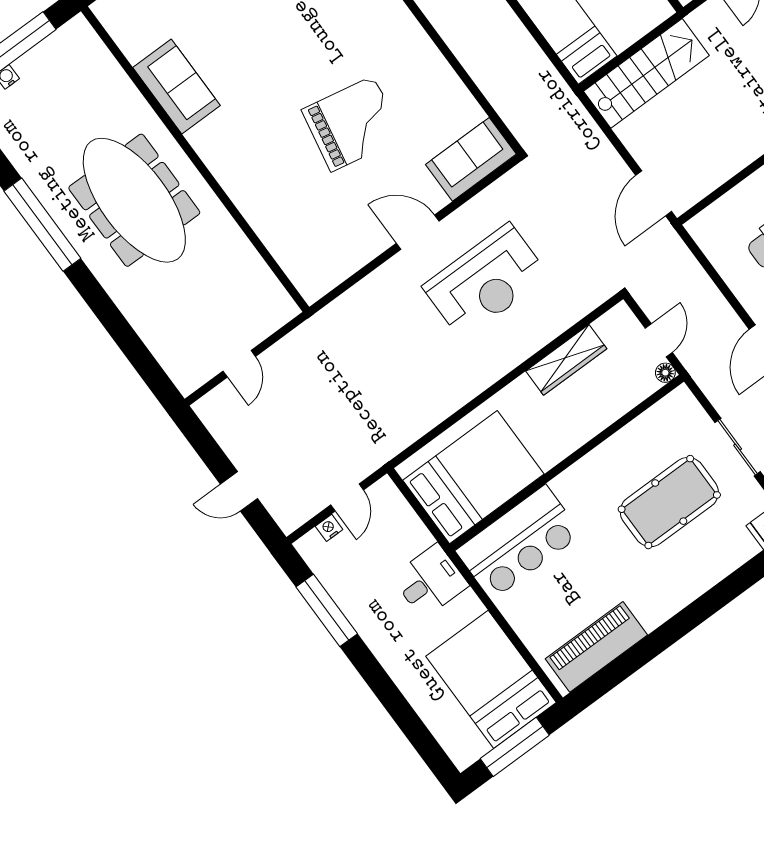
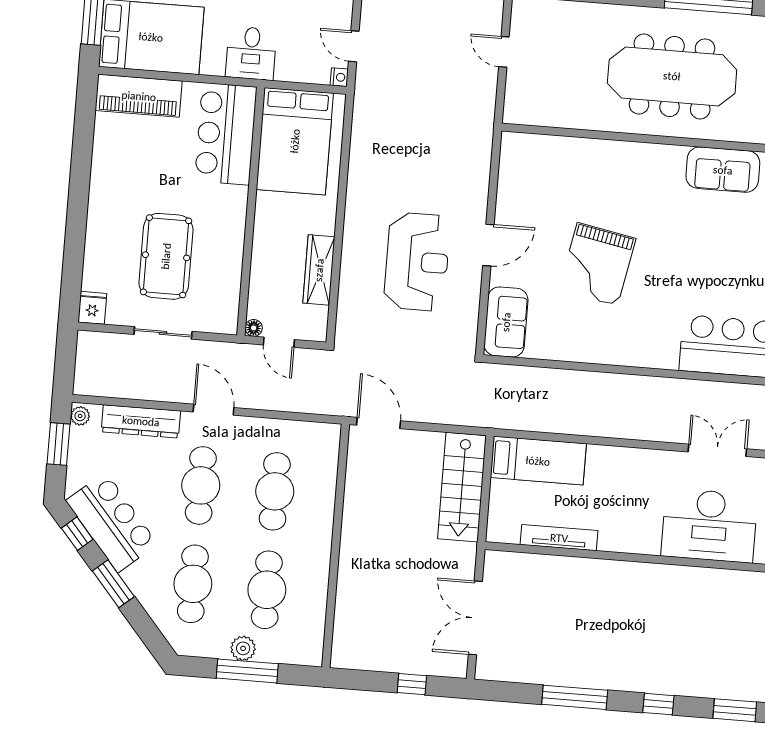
reception desk: (486, 281) -> (417, 262), turned 180
nightstand: (329, 528) -> (339, 77), moved
piano: (596, 647) -> (139, 96), moved, turned 90

